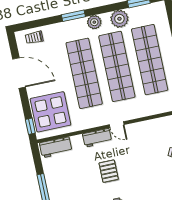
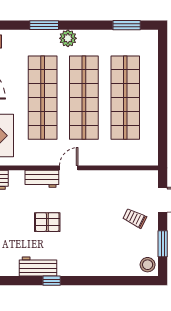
plant: (119, 19) -> (99, 41), removed
door: (117, 125) -> (69, 168), swing flipped
pallet: (109, 171) -> (47, 222), turned 90

